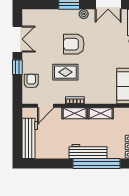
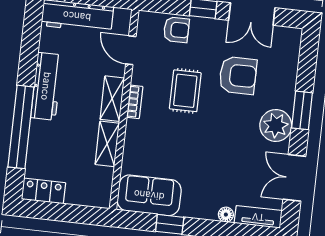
plant: (84, 14) -> (276, 125), width x1.87, depth x1.87
armchair: (74, 44) -> (238, 75), moved, turned 90
workbench: (88, 152) -> (46, 86), moved

